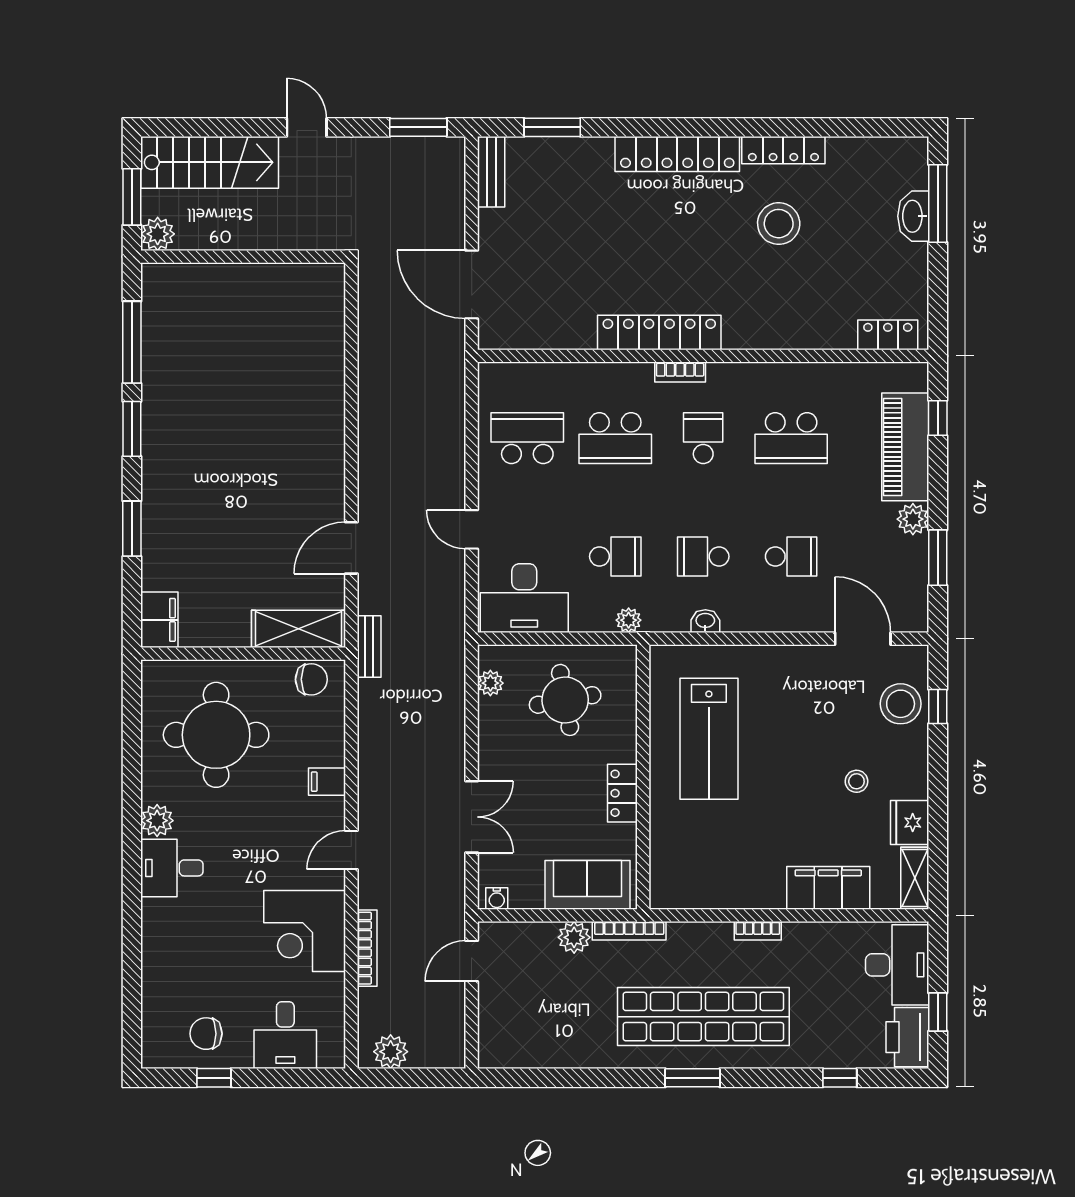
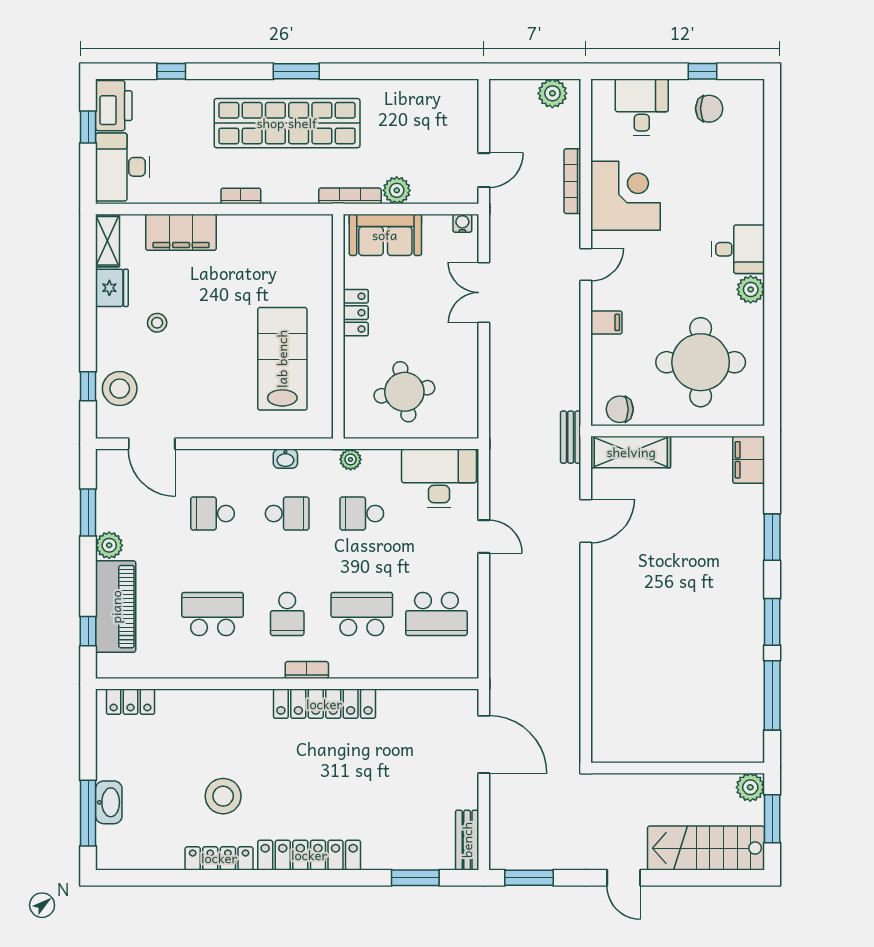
plant: (490, 683) -> (468, 406), removed

